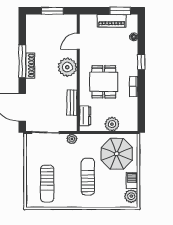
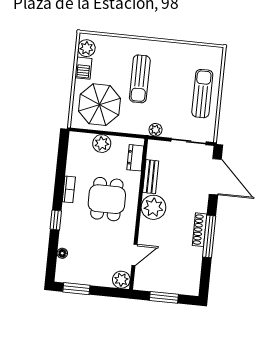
plant: (86, 21) -> (121, 280), added
piano: (112, 21) -> (89, 277), removed
plant: (67, 67) -> (153, 207), moved
sun lounger: (47, 184) -> (202, 94), moved

